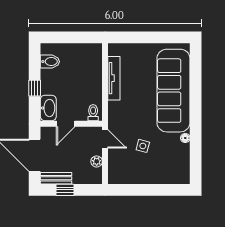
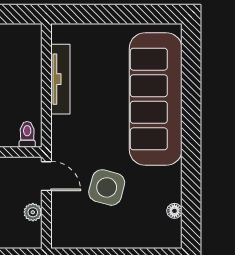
floor lamp: (185, 138) -> (174, 211), moved
side table: (143, 146) -> (107, 187), width x1.87, depth x1.87

